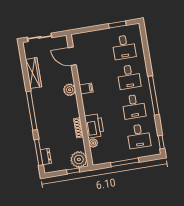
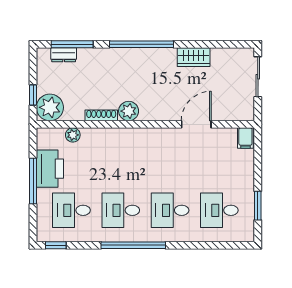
door: (72, 56) -> (196, 124), moved
wardrobe: (33, 73) -> (194, 57), width x0.67
filing cabinet: (86, 89) -> (245, 138), moved
plant: (70, 90) -> (129, 111), moved
printer: (94, 126) -> (50, 169), moved, turned -90

